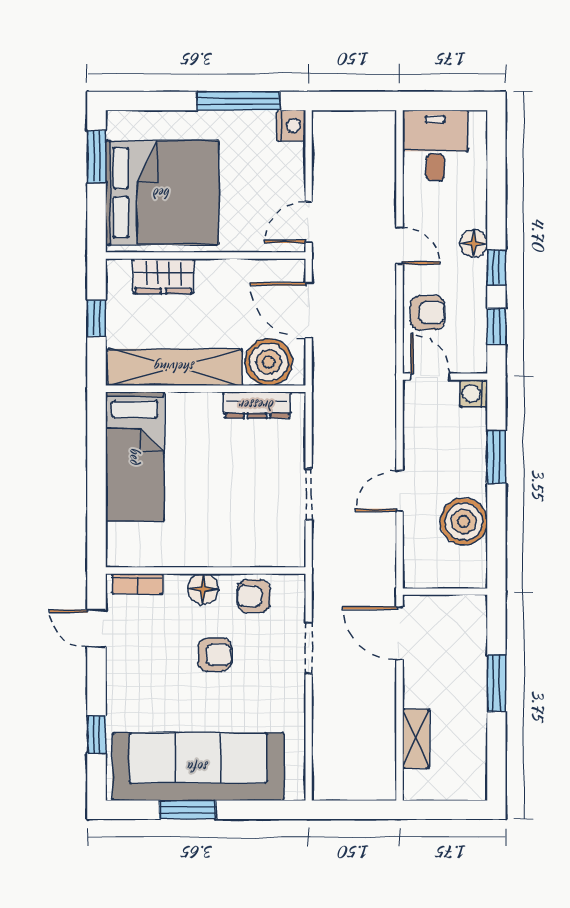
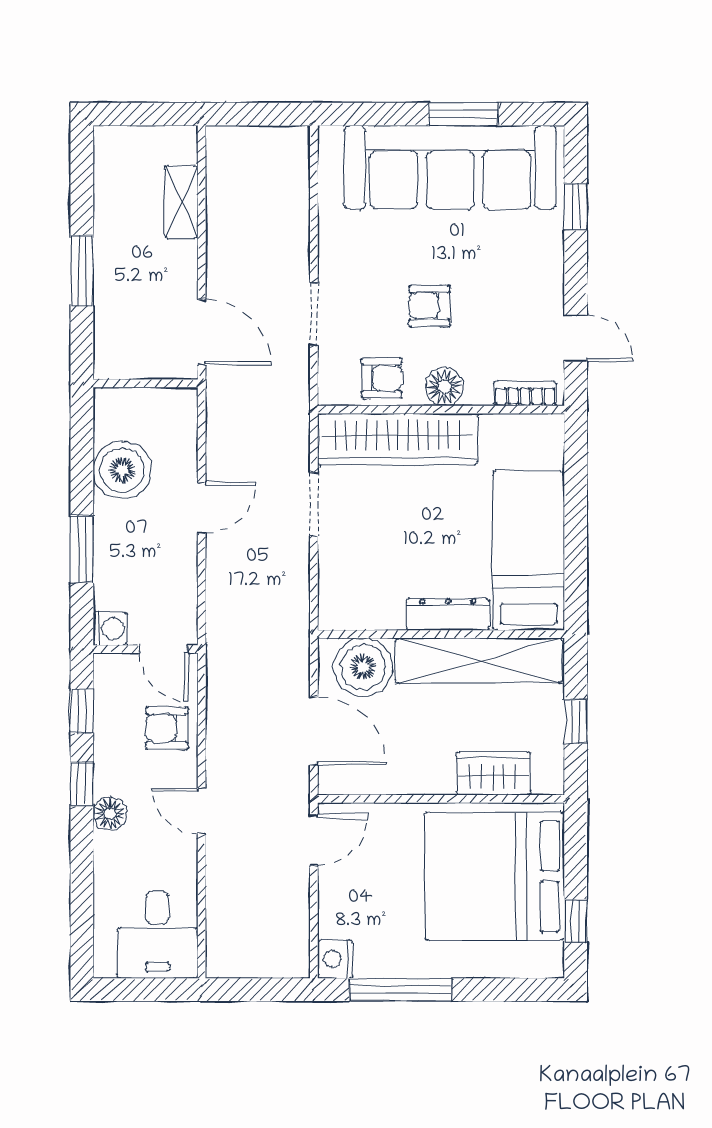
window: (97, 157) -> (576, 921), width x0.67
dresser: (257, 405) -> (448, 614), moved
wardrobe: (241, 546) -> (398, 439), added

